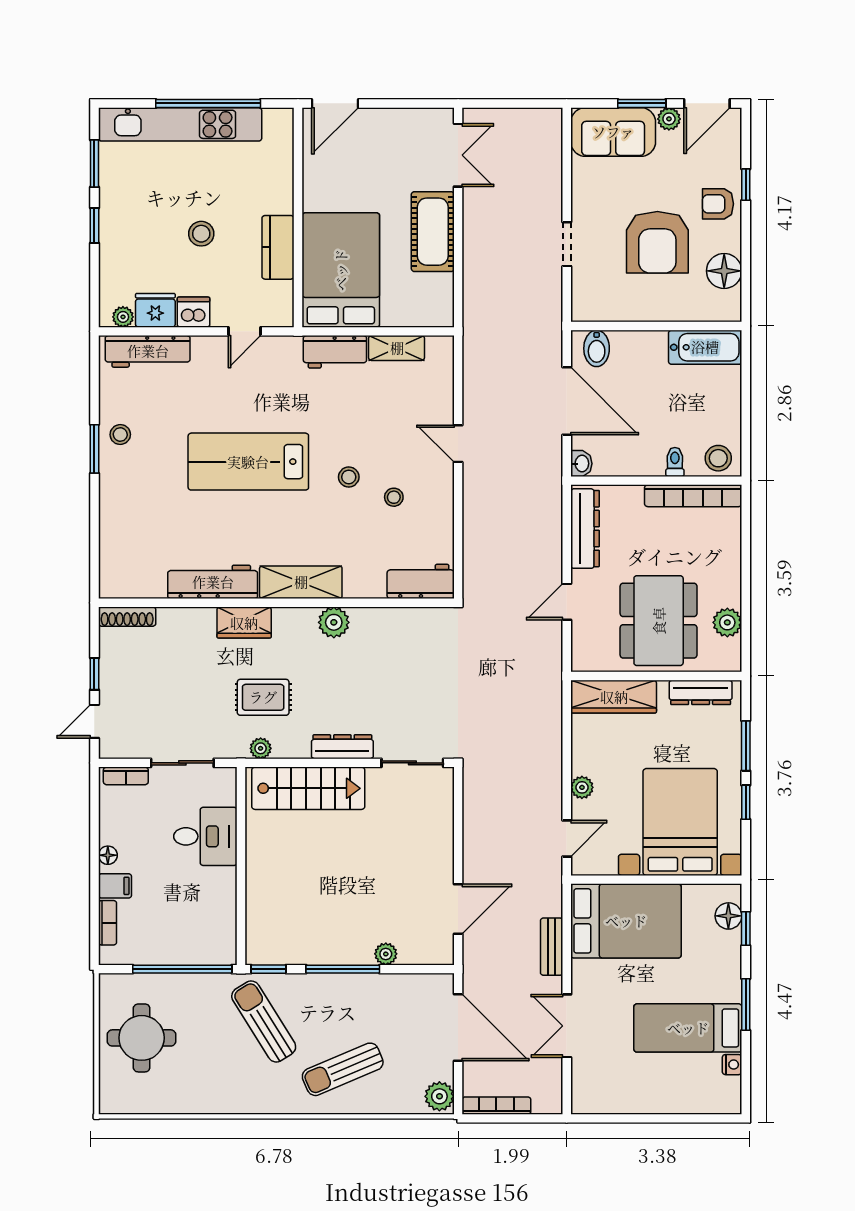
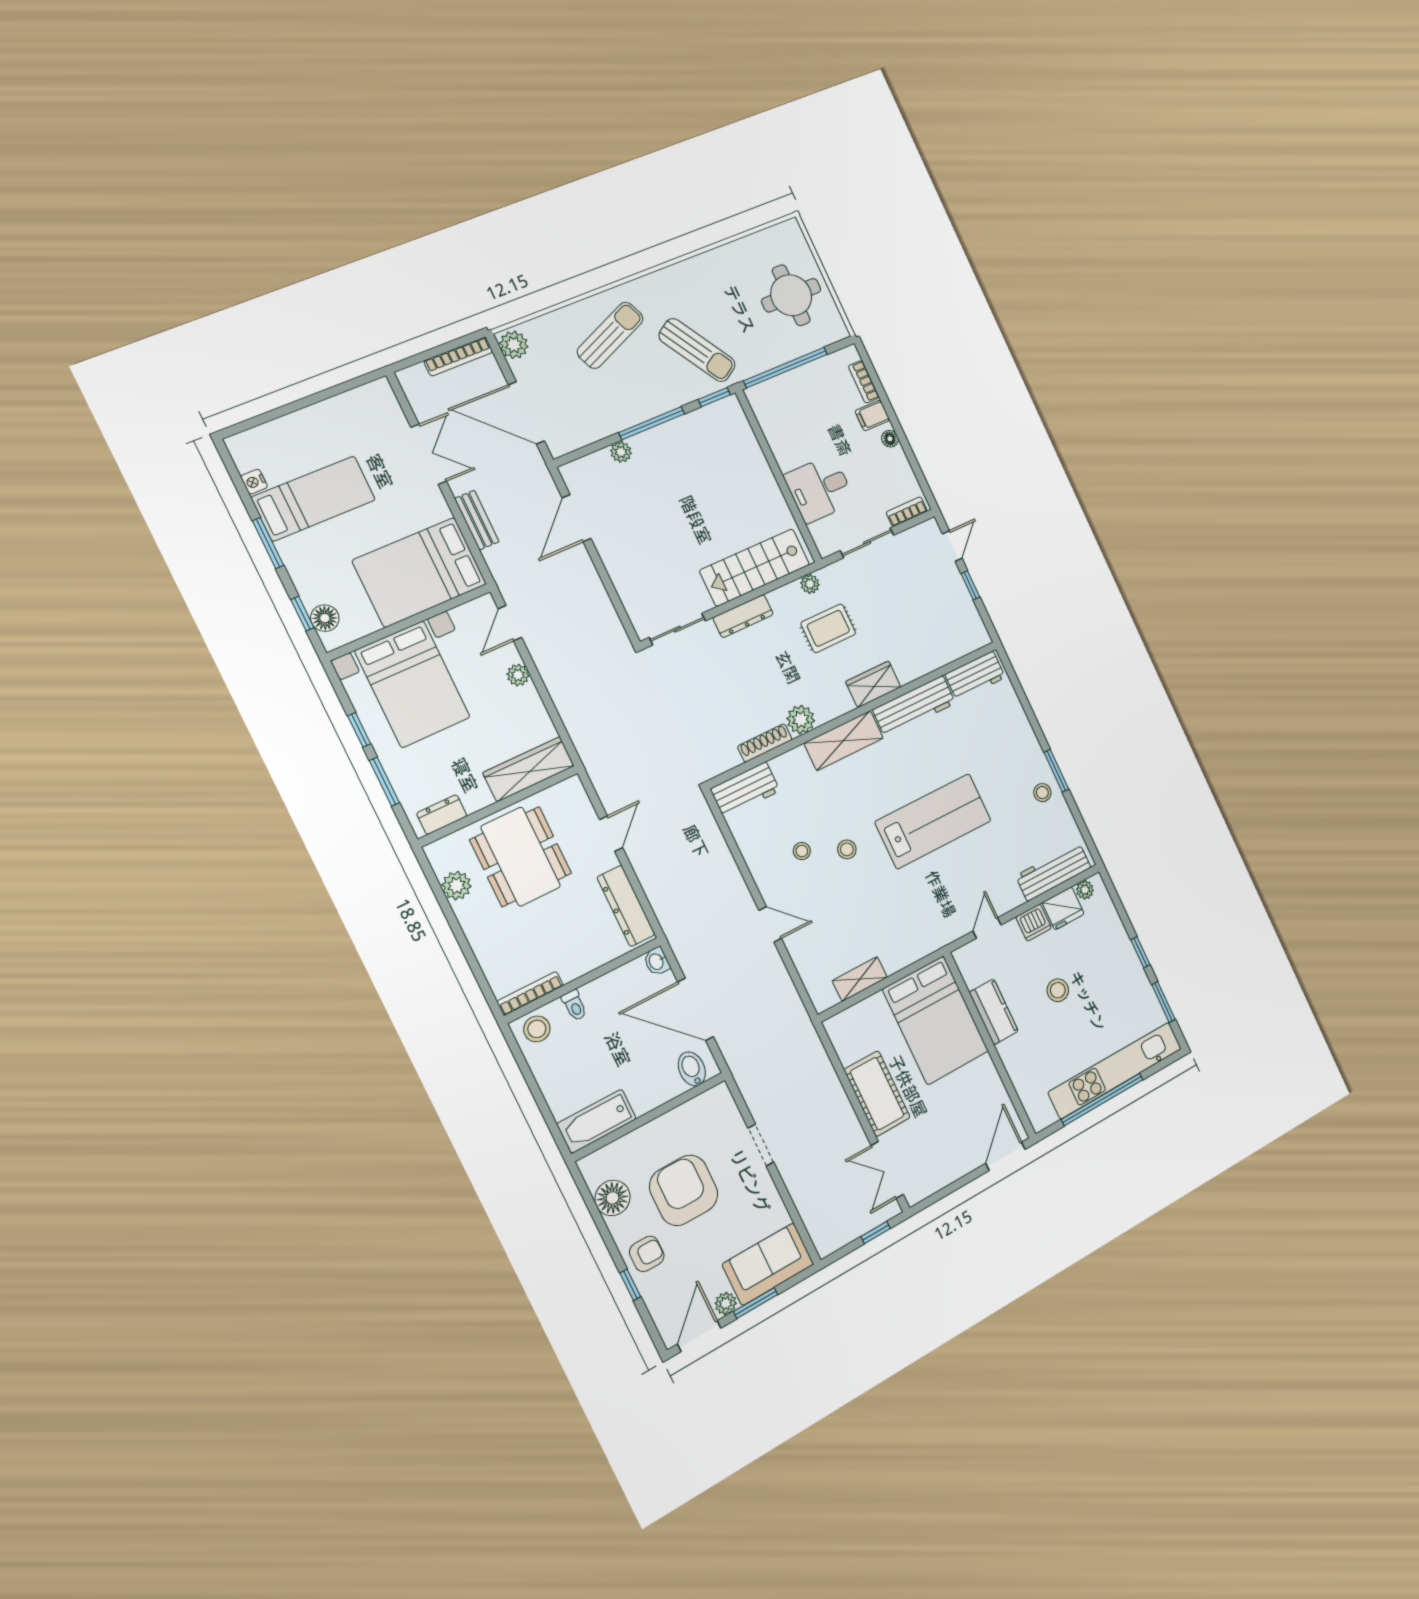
window: (498, 103) -> (876, 1233), added
workbench: (335, 352) -> (975, 676), moved, turned 180
bookcase: (693, 496) -> (530, 993), width x0.68, depth x0.76
shoe rack: (127, 617) -> (765, 743), moved
dresser: (701, 692) -> (442, 815), width x0.70

